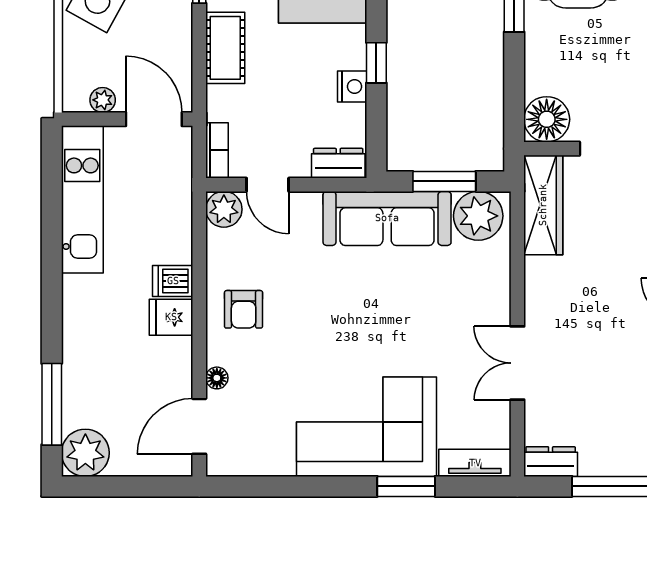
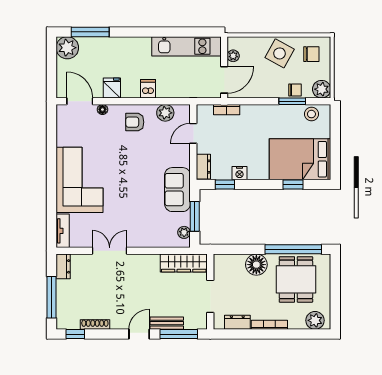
cot: (225, 48) -> (258, 114), removed
window: (376, 63) -> (225, 185), moved
floor lamp: (547, 119) -> (256, 265), moved
bookcase: (217, 150) -> (227, 110), moved
plant: (224, 209) -> (165, 113), moved
plant: (478, 216) -> (184, 232), width x0.53, depth x0.53
sofa: (387, 218) -> (177, 190), width x0.73
fridge: (171, 317) -> (112, 88), moved
window: (406, 486) -> (51, 199), removed

